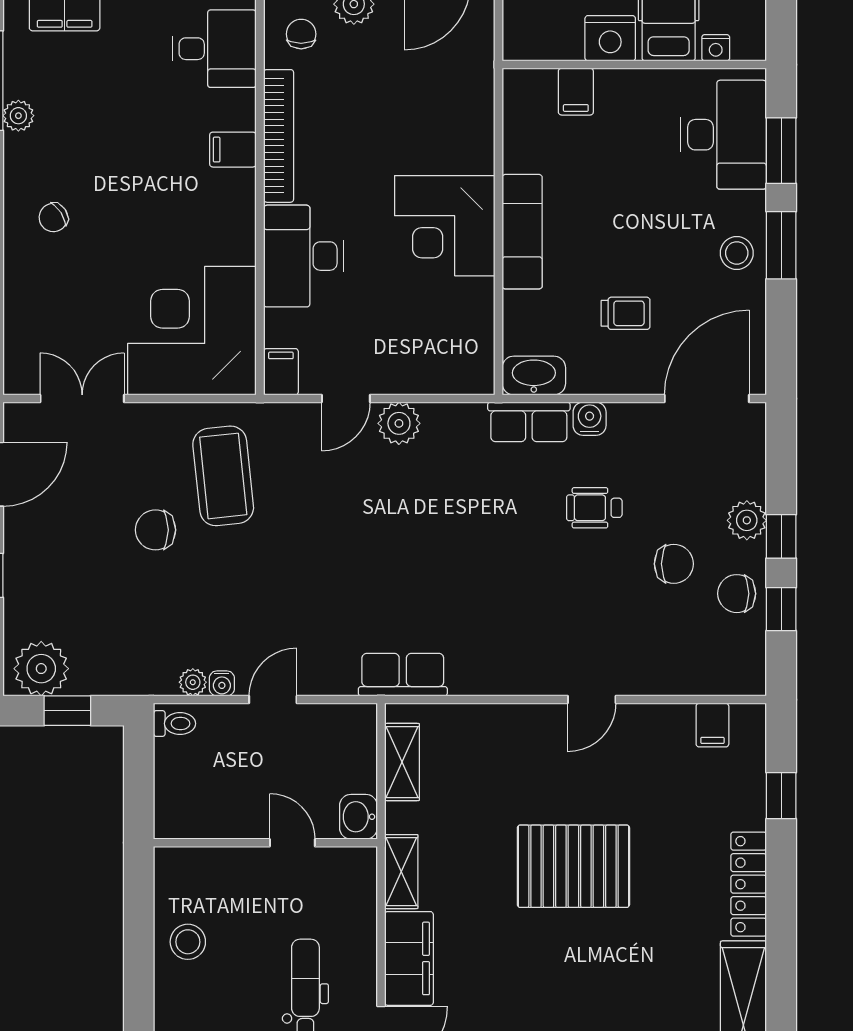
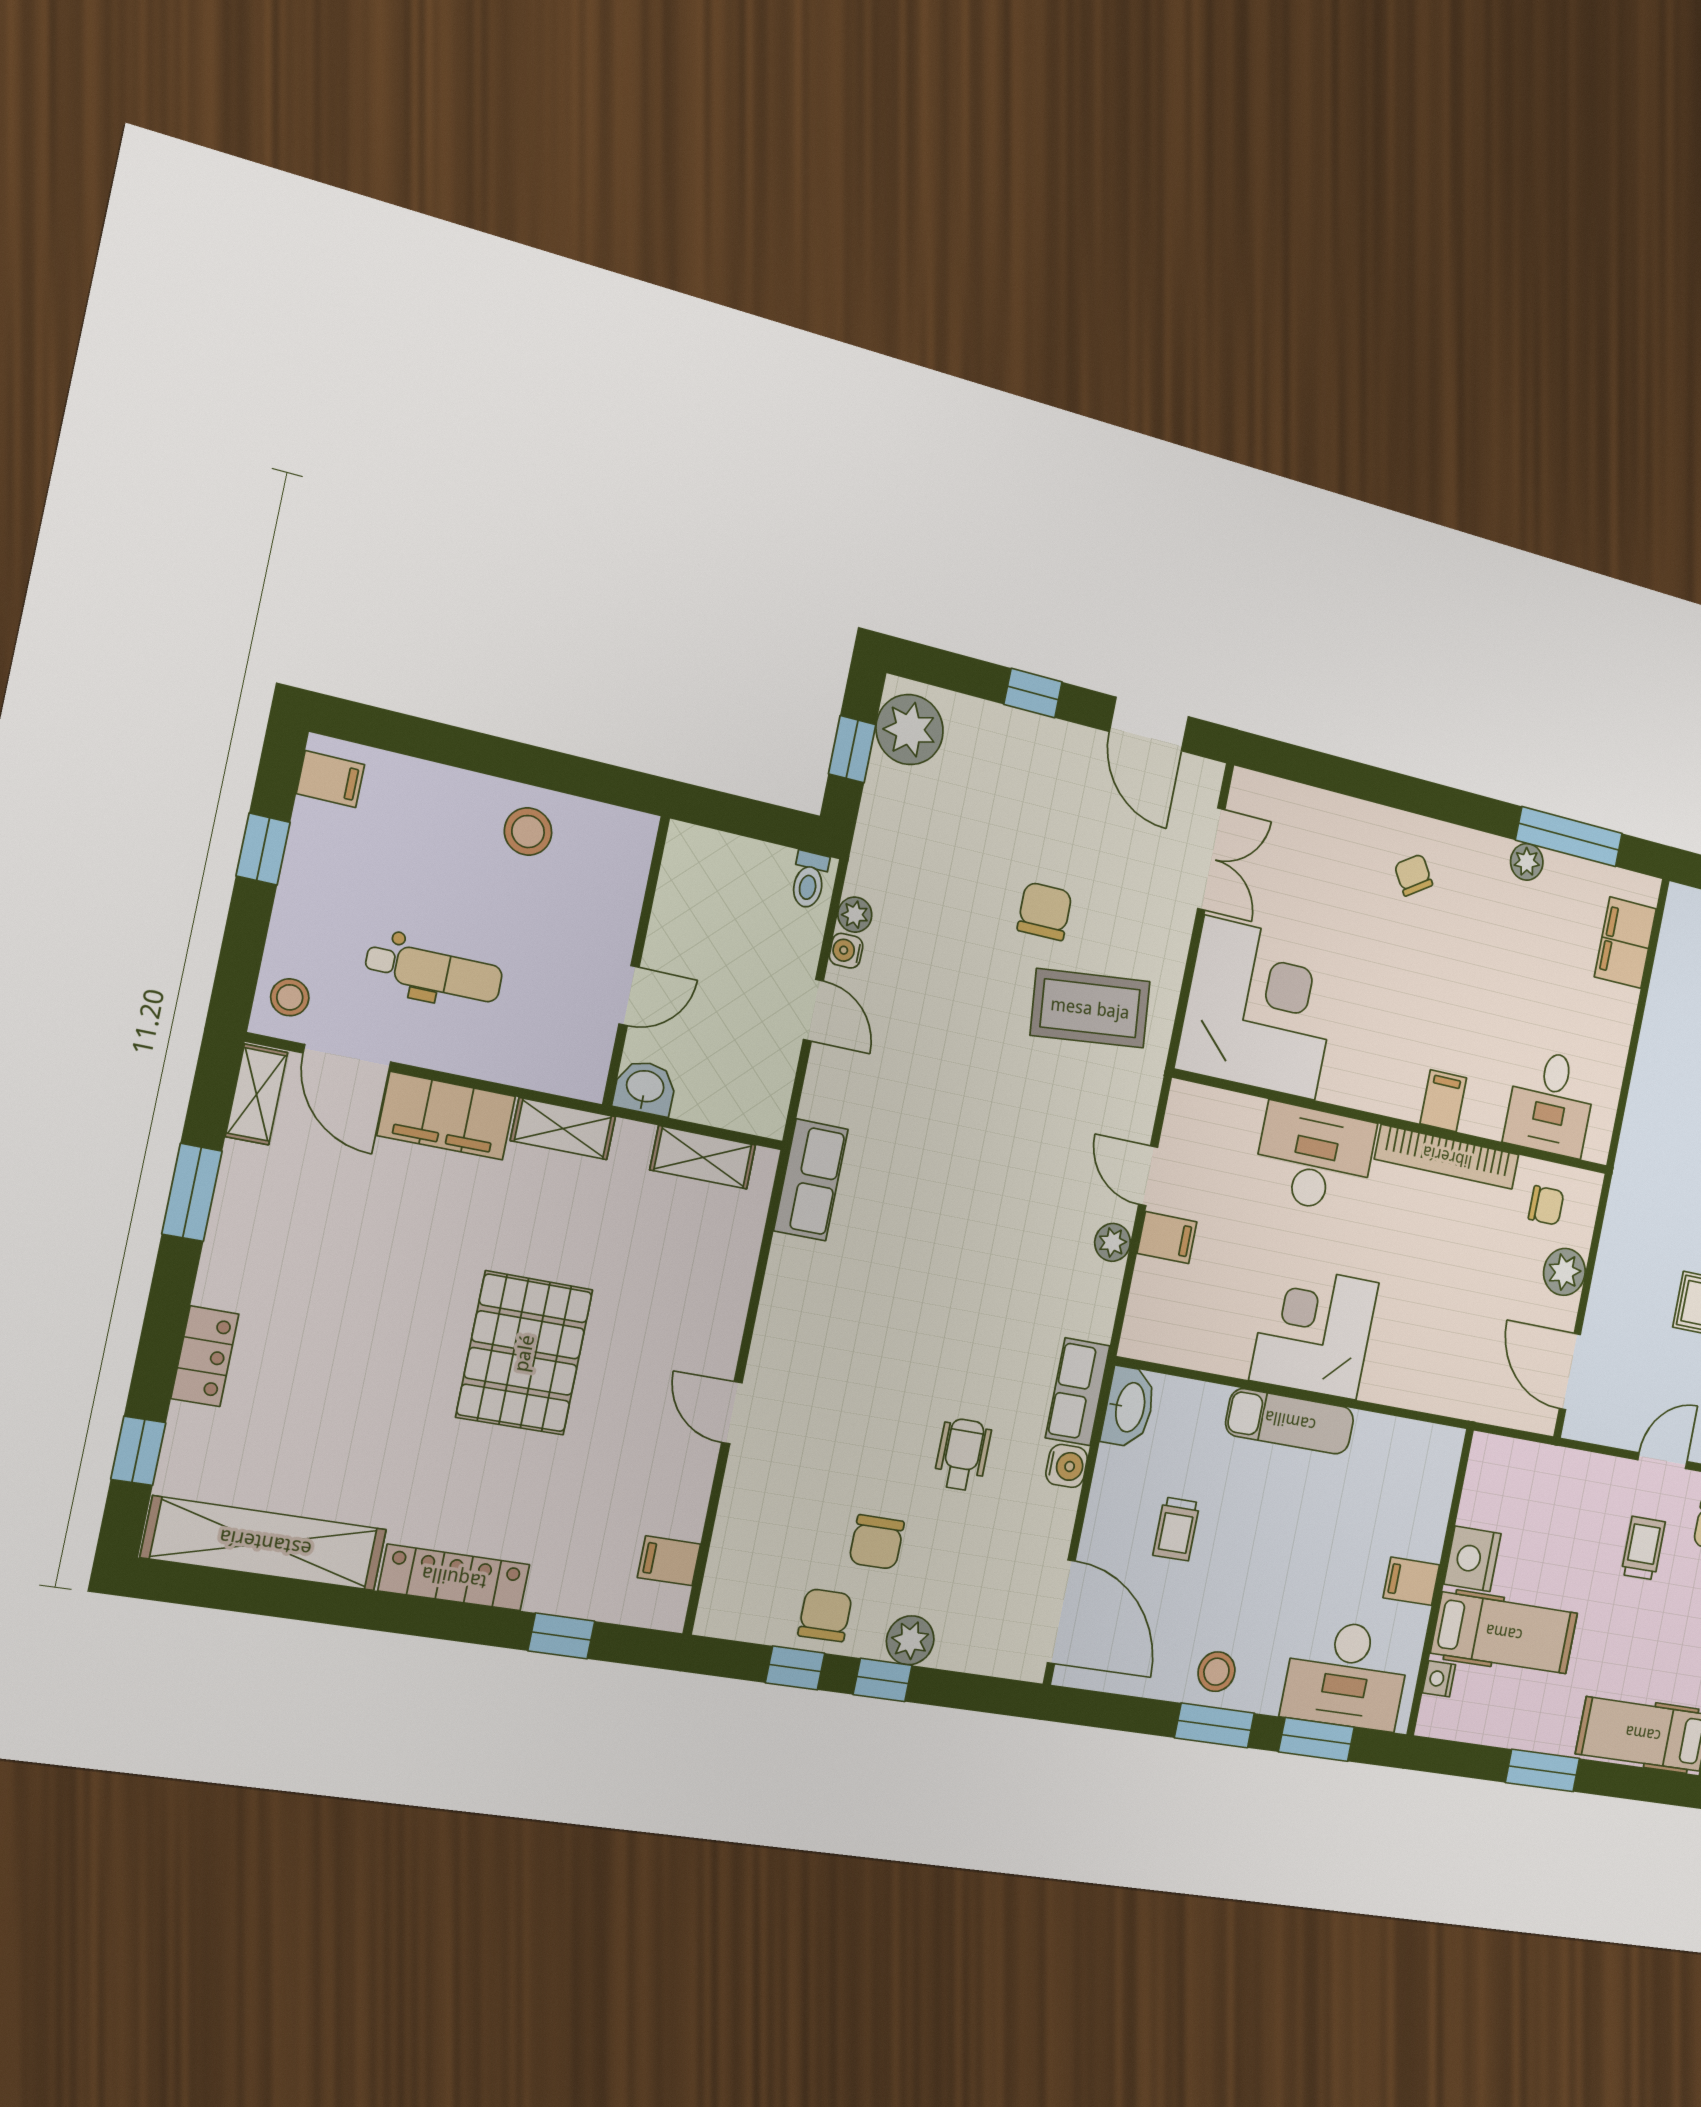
filing cabinet: (576, 92) -> (1411, 1581), moved
filing cabinet: (281, 372) -> (1167, 1238), moved
plant: (399, 423) -> (1113, 1242), width x0.73, depth x0.73

